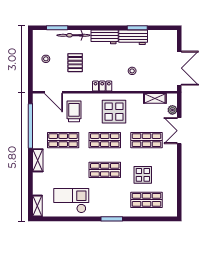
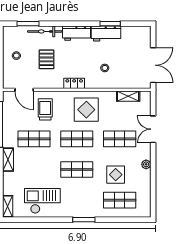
plant: (172, 110) -> (146, 164), moved

